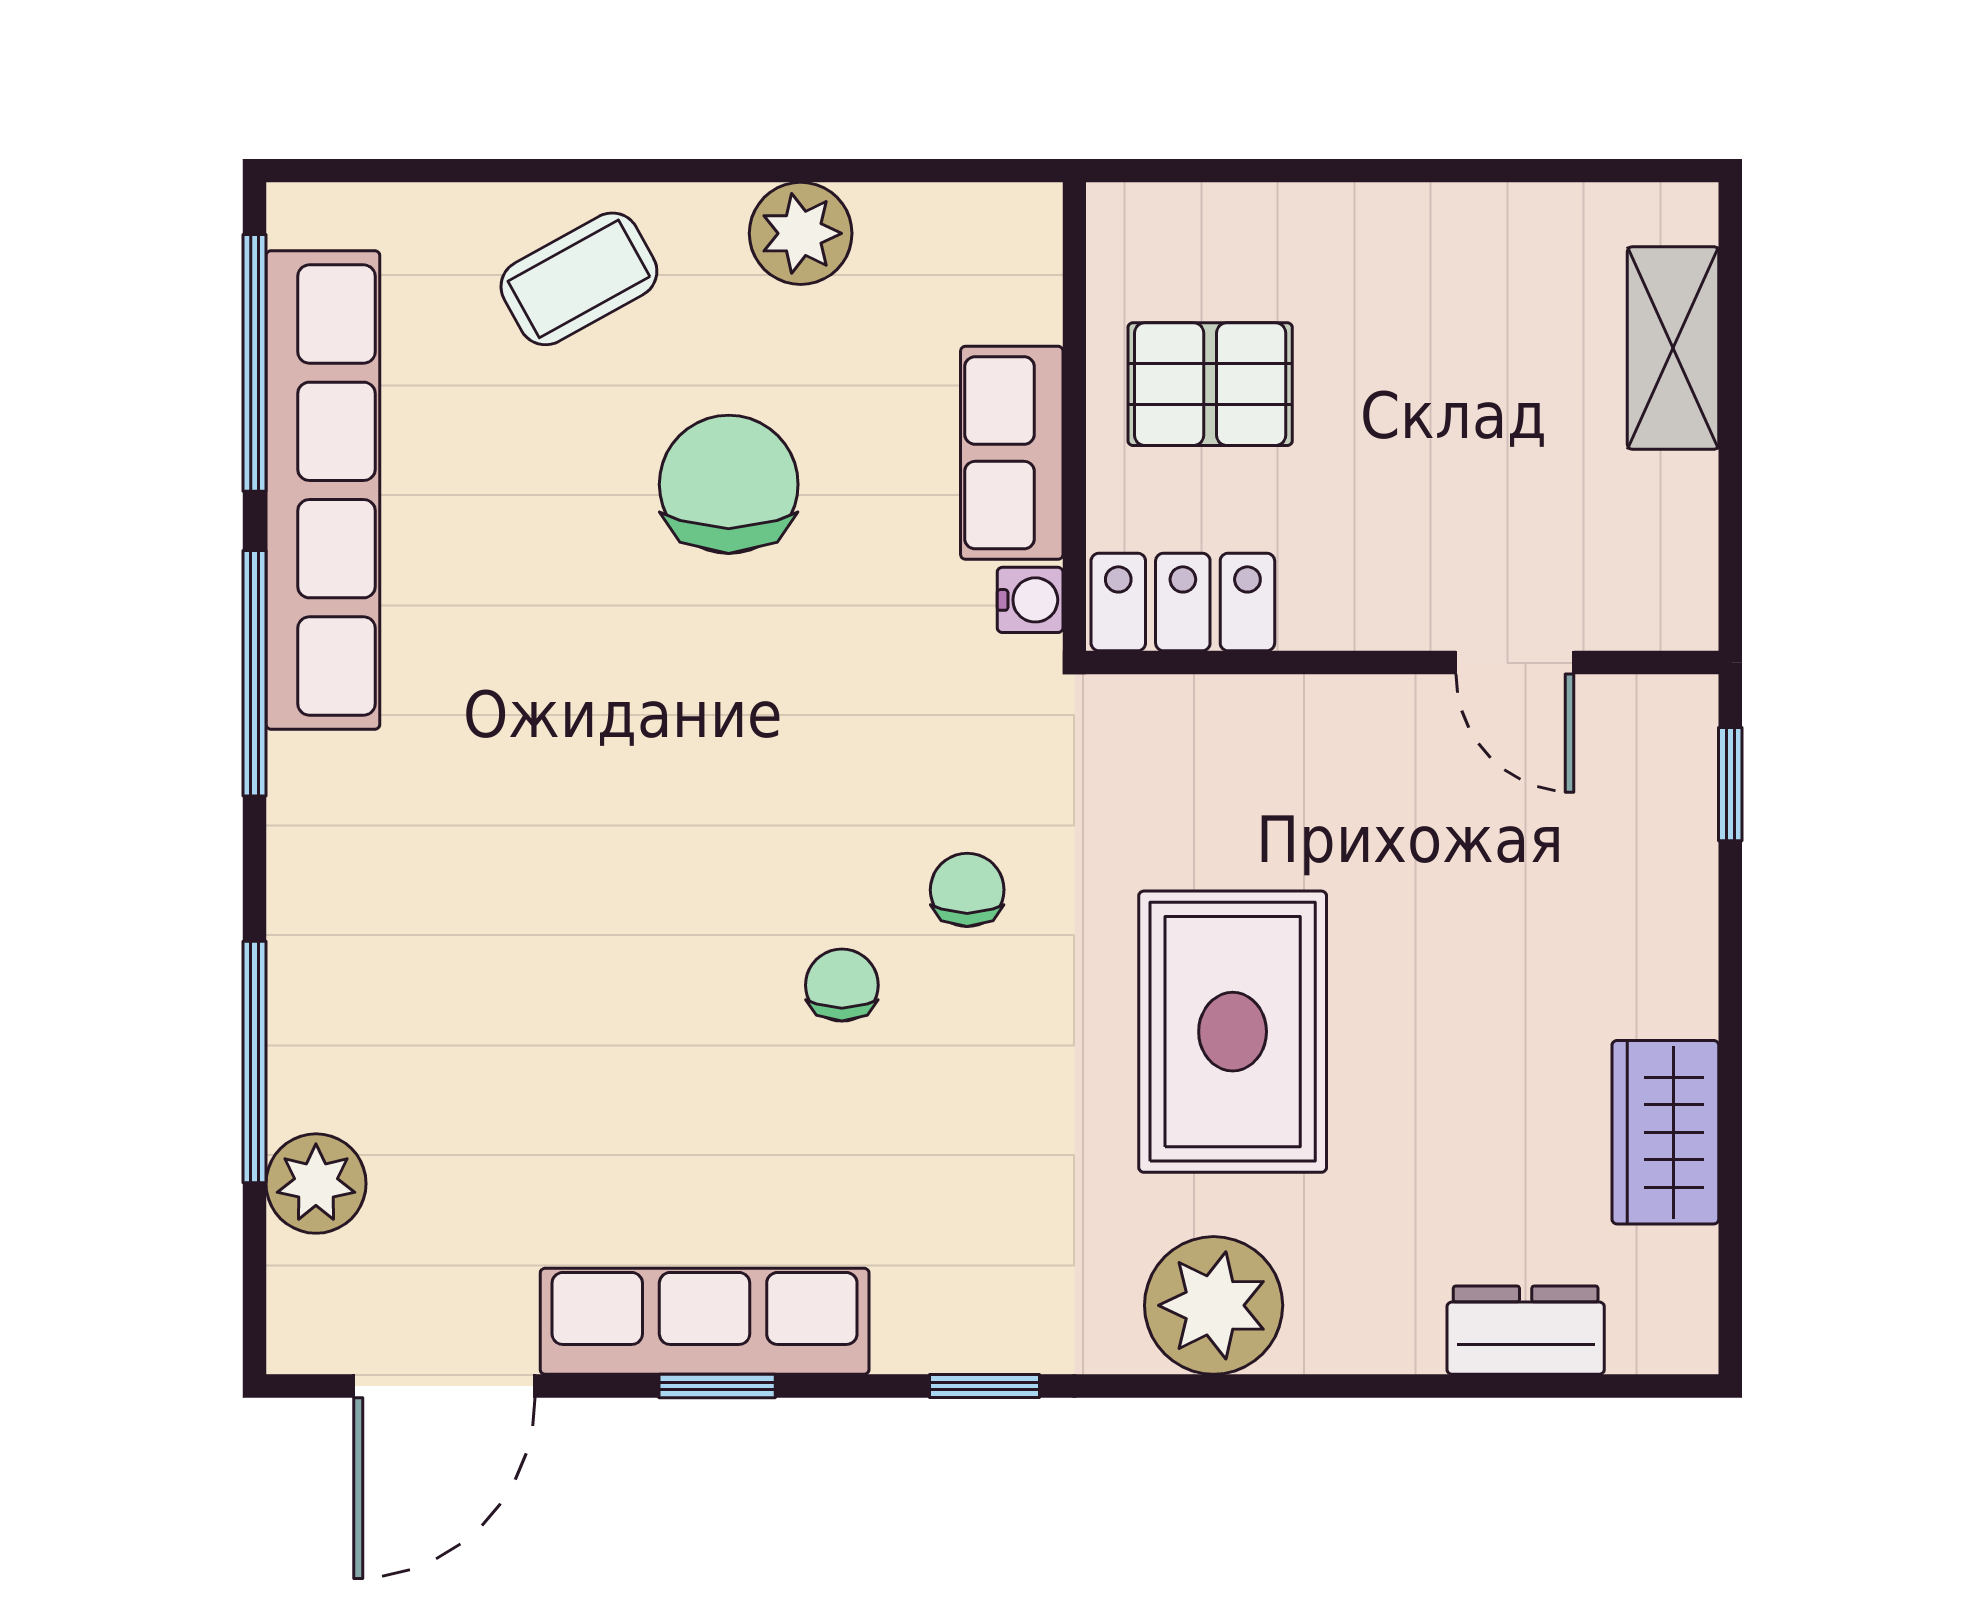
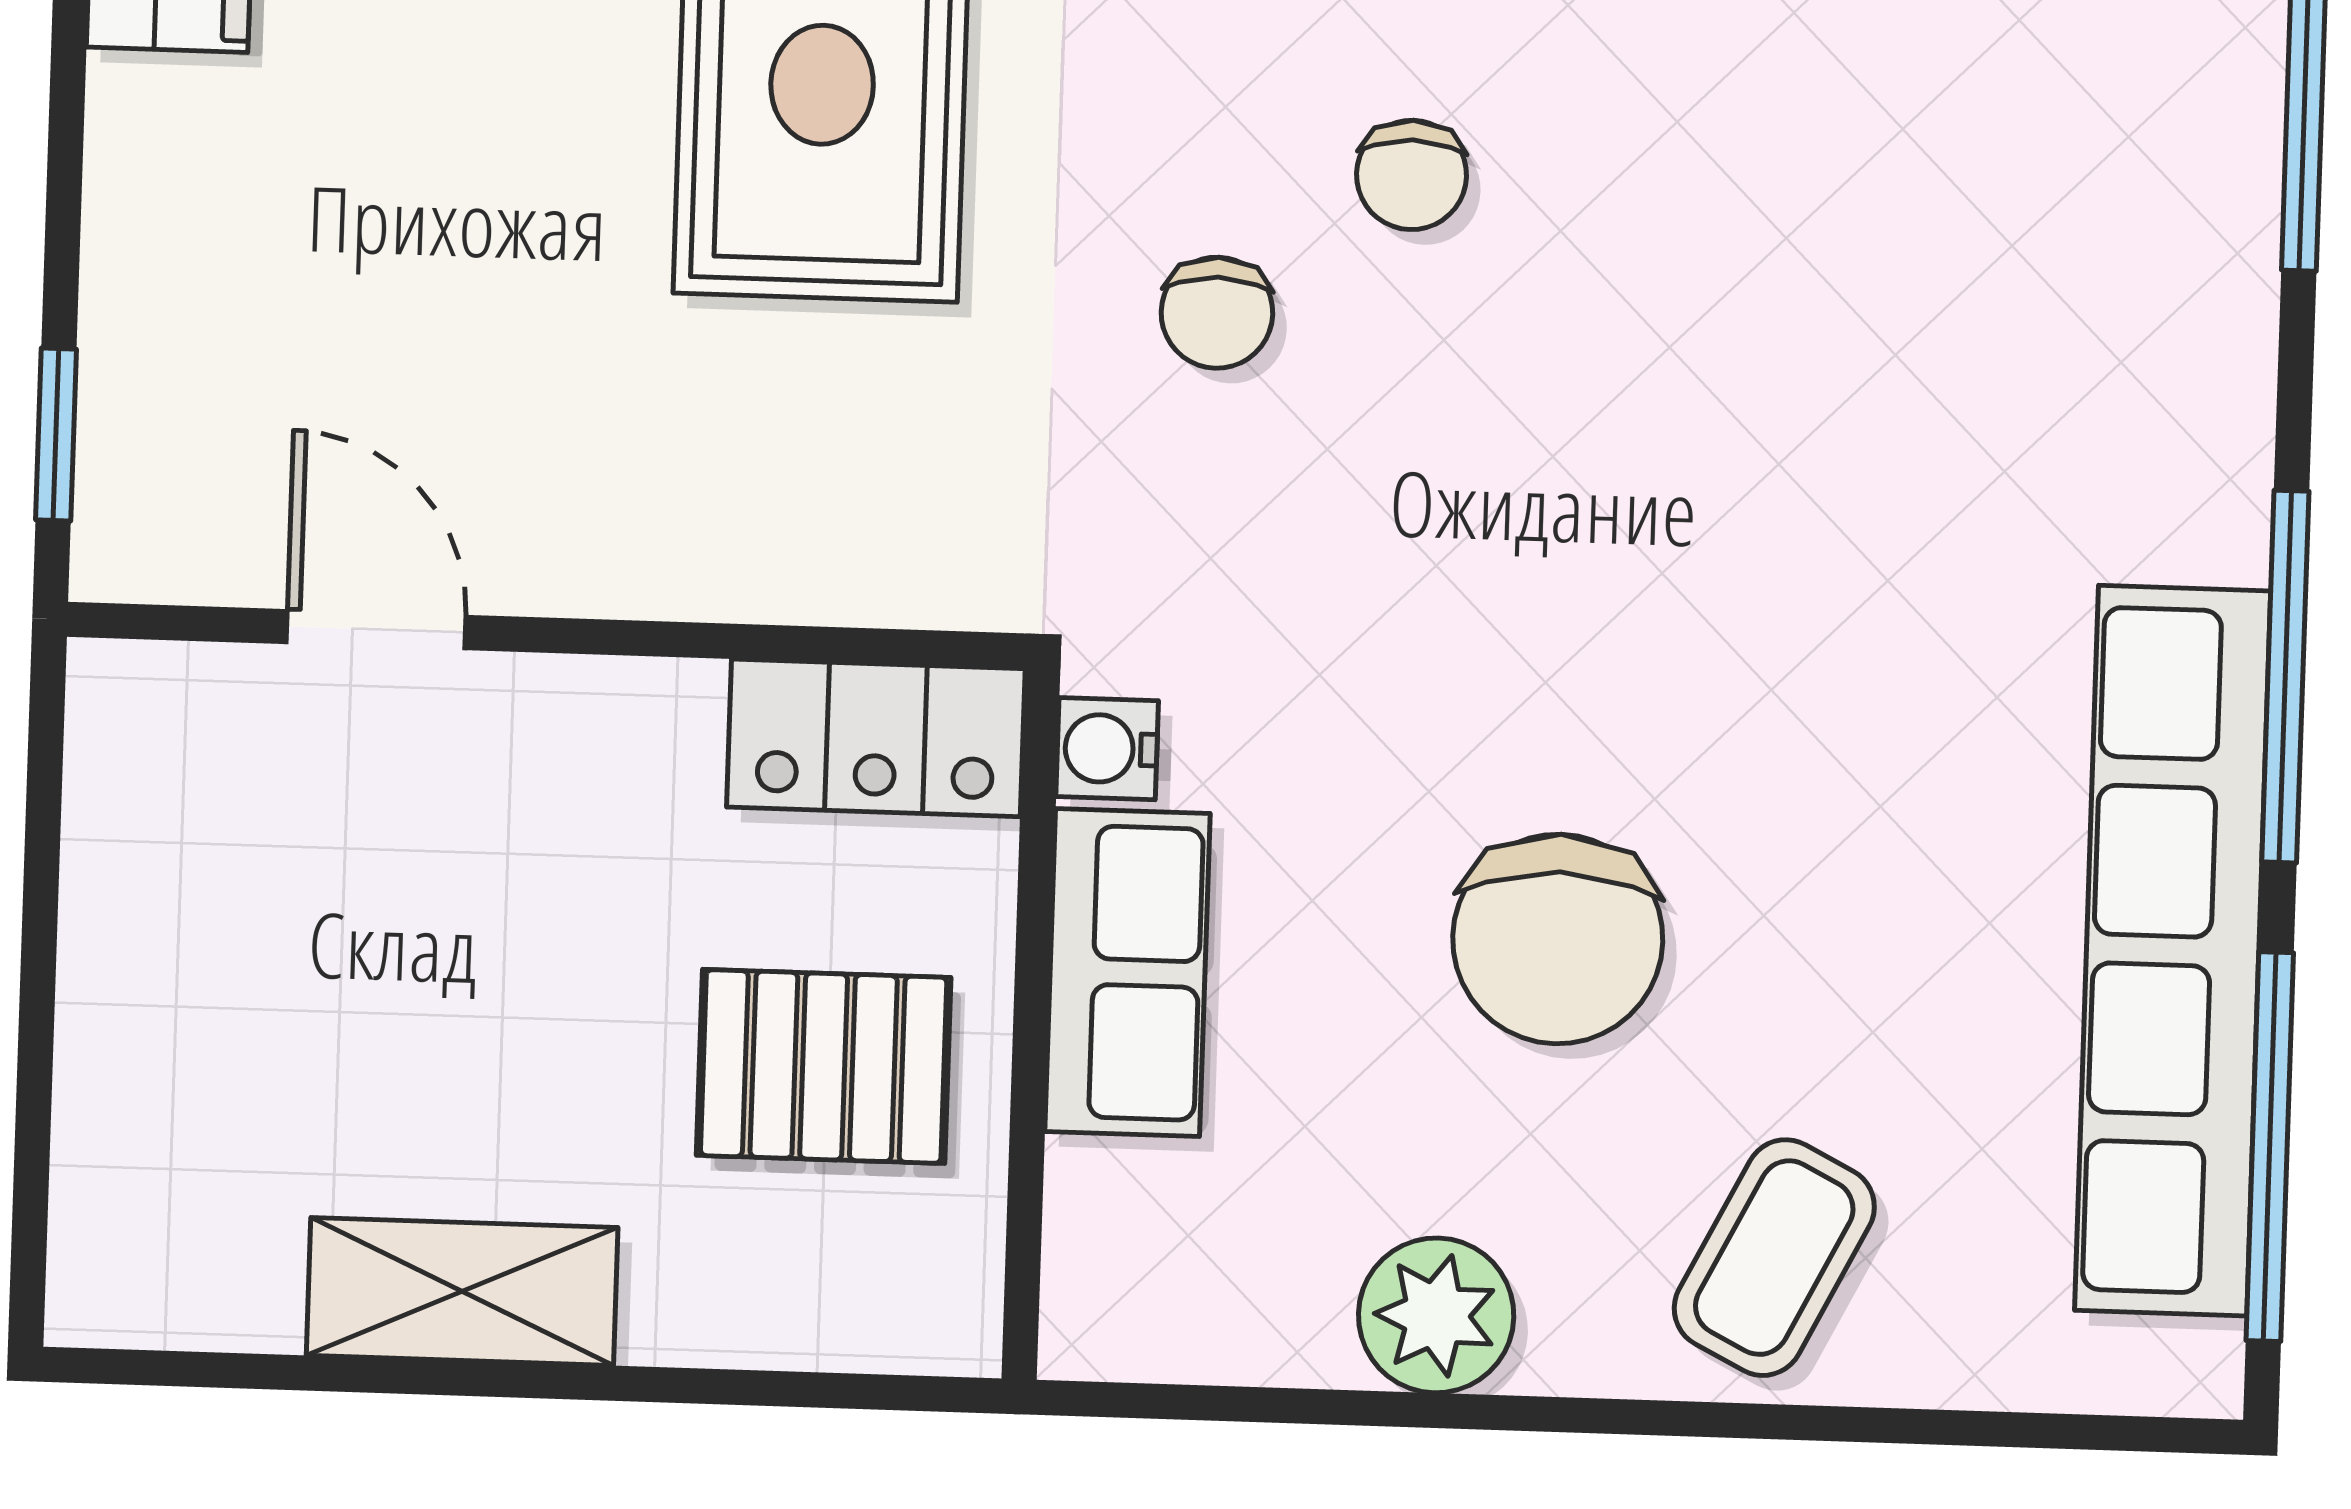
coffee table: (579, 279) -> (1774, 1258), turned -34
shelving: (1673, 348) -> (462, 1291), moved, turned 90

